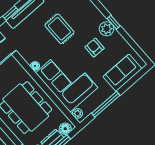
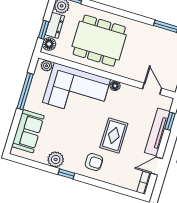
rug: (60, 29) -> (114, 136), turned 90
plant: (107, 29) -> (56, 159), moved
armchair: (95, 48) -> (94, 162), moved

